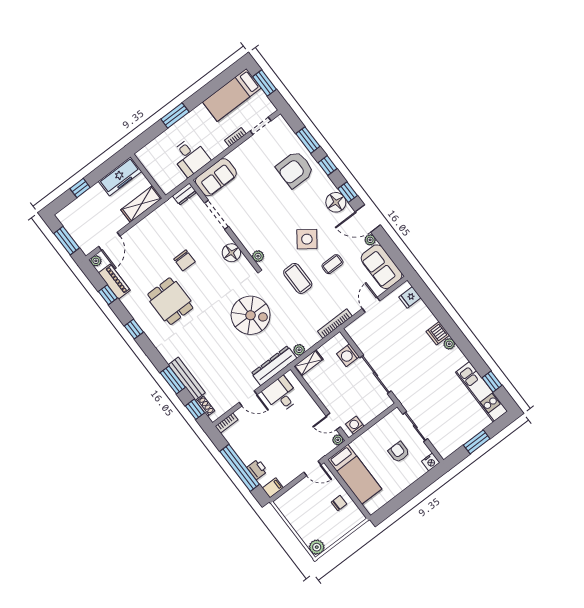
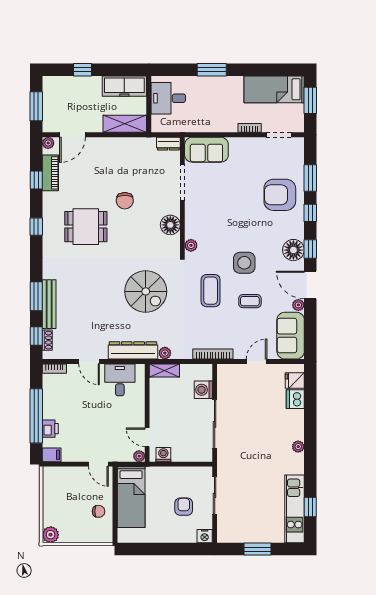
desk: (190, 157) -> (168, 98), moved, turned 90
side table: (307, 239) -> (244, 263), turned -36
dining table: (170, 301) -> (86, 227), turned 90
dishwasher: (438, 333) -> (295, 399), moved

